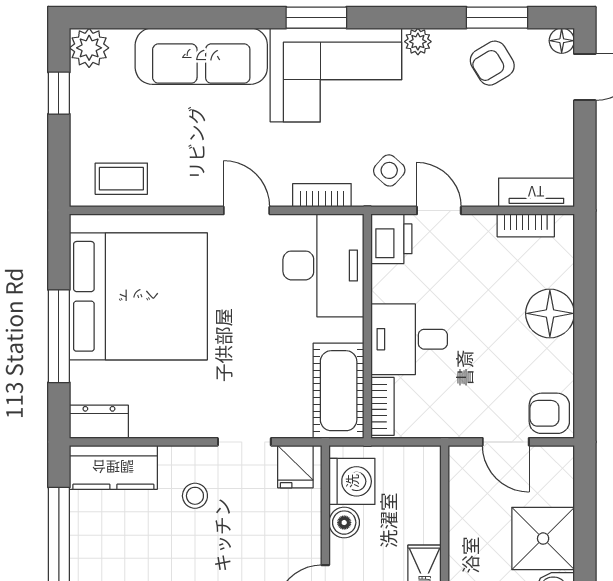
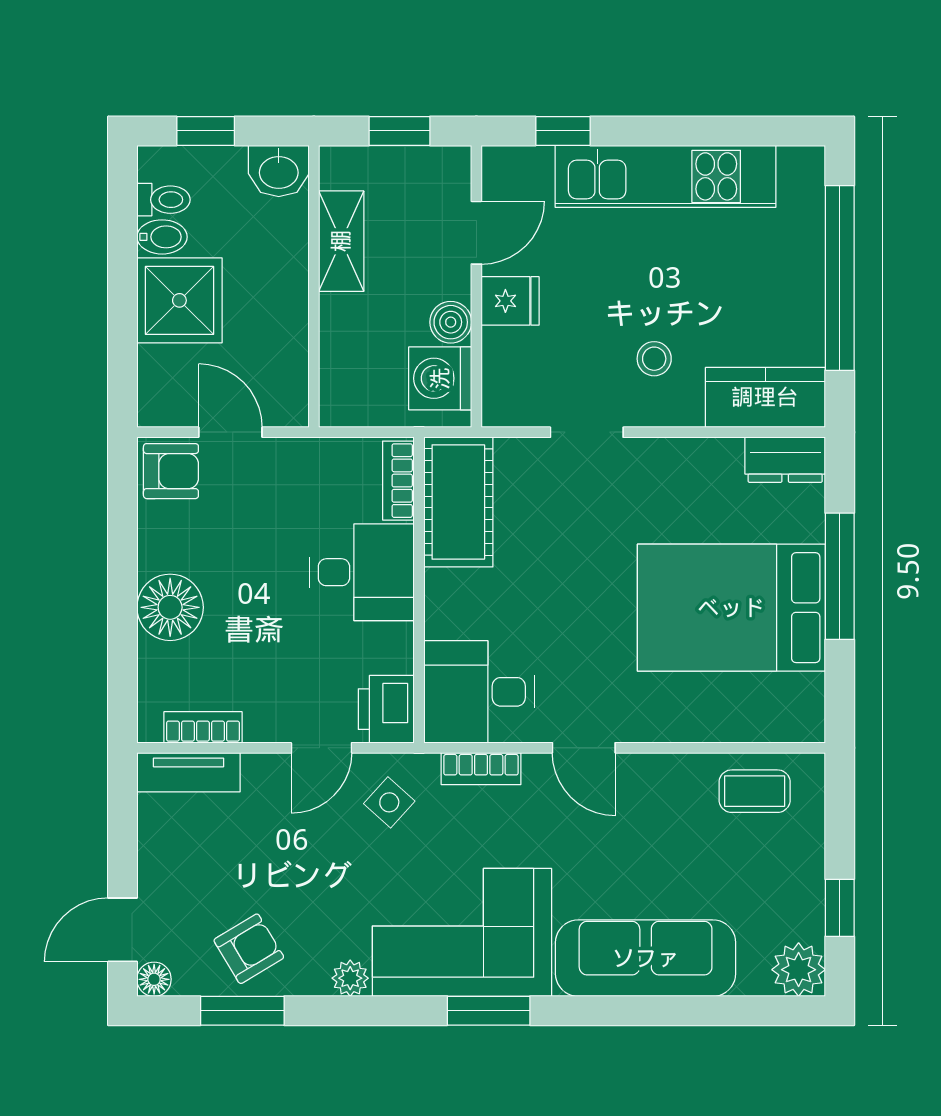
door: (439, 210) -> (321, 748), hinge flipped
desk: (323, 265) -> (479, 692), width x0.73
bed: (138, 296) -> (731, 608), width x0.73
fridge: (295, 467) -> (510, 301), moved, turned 90

